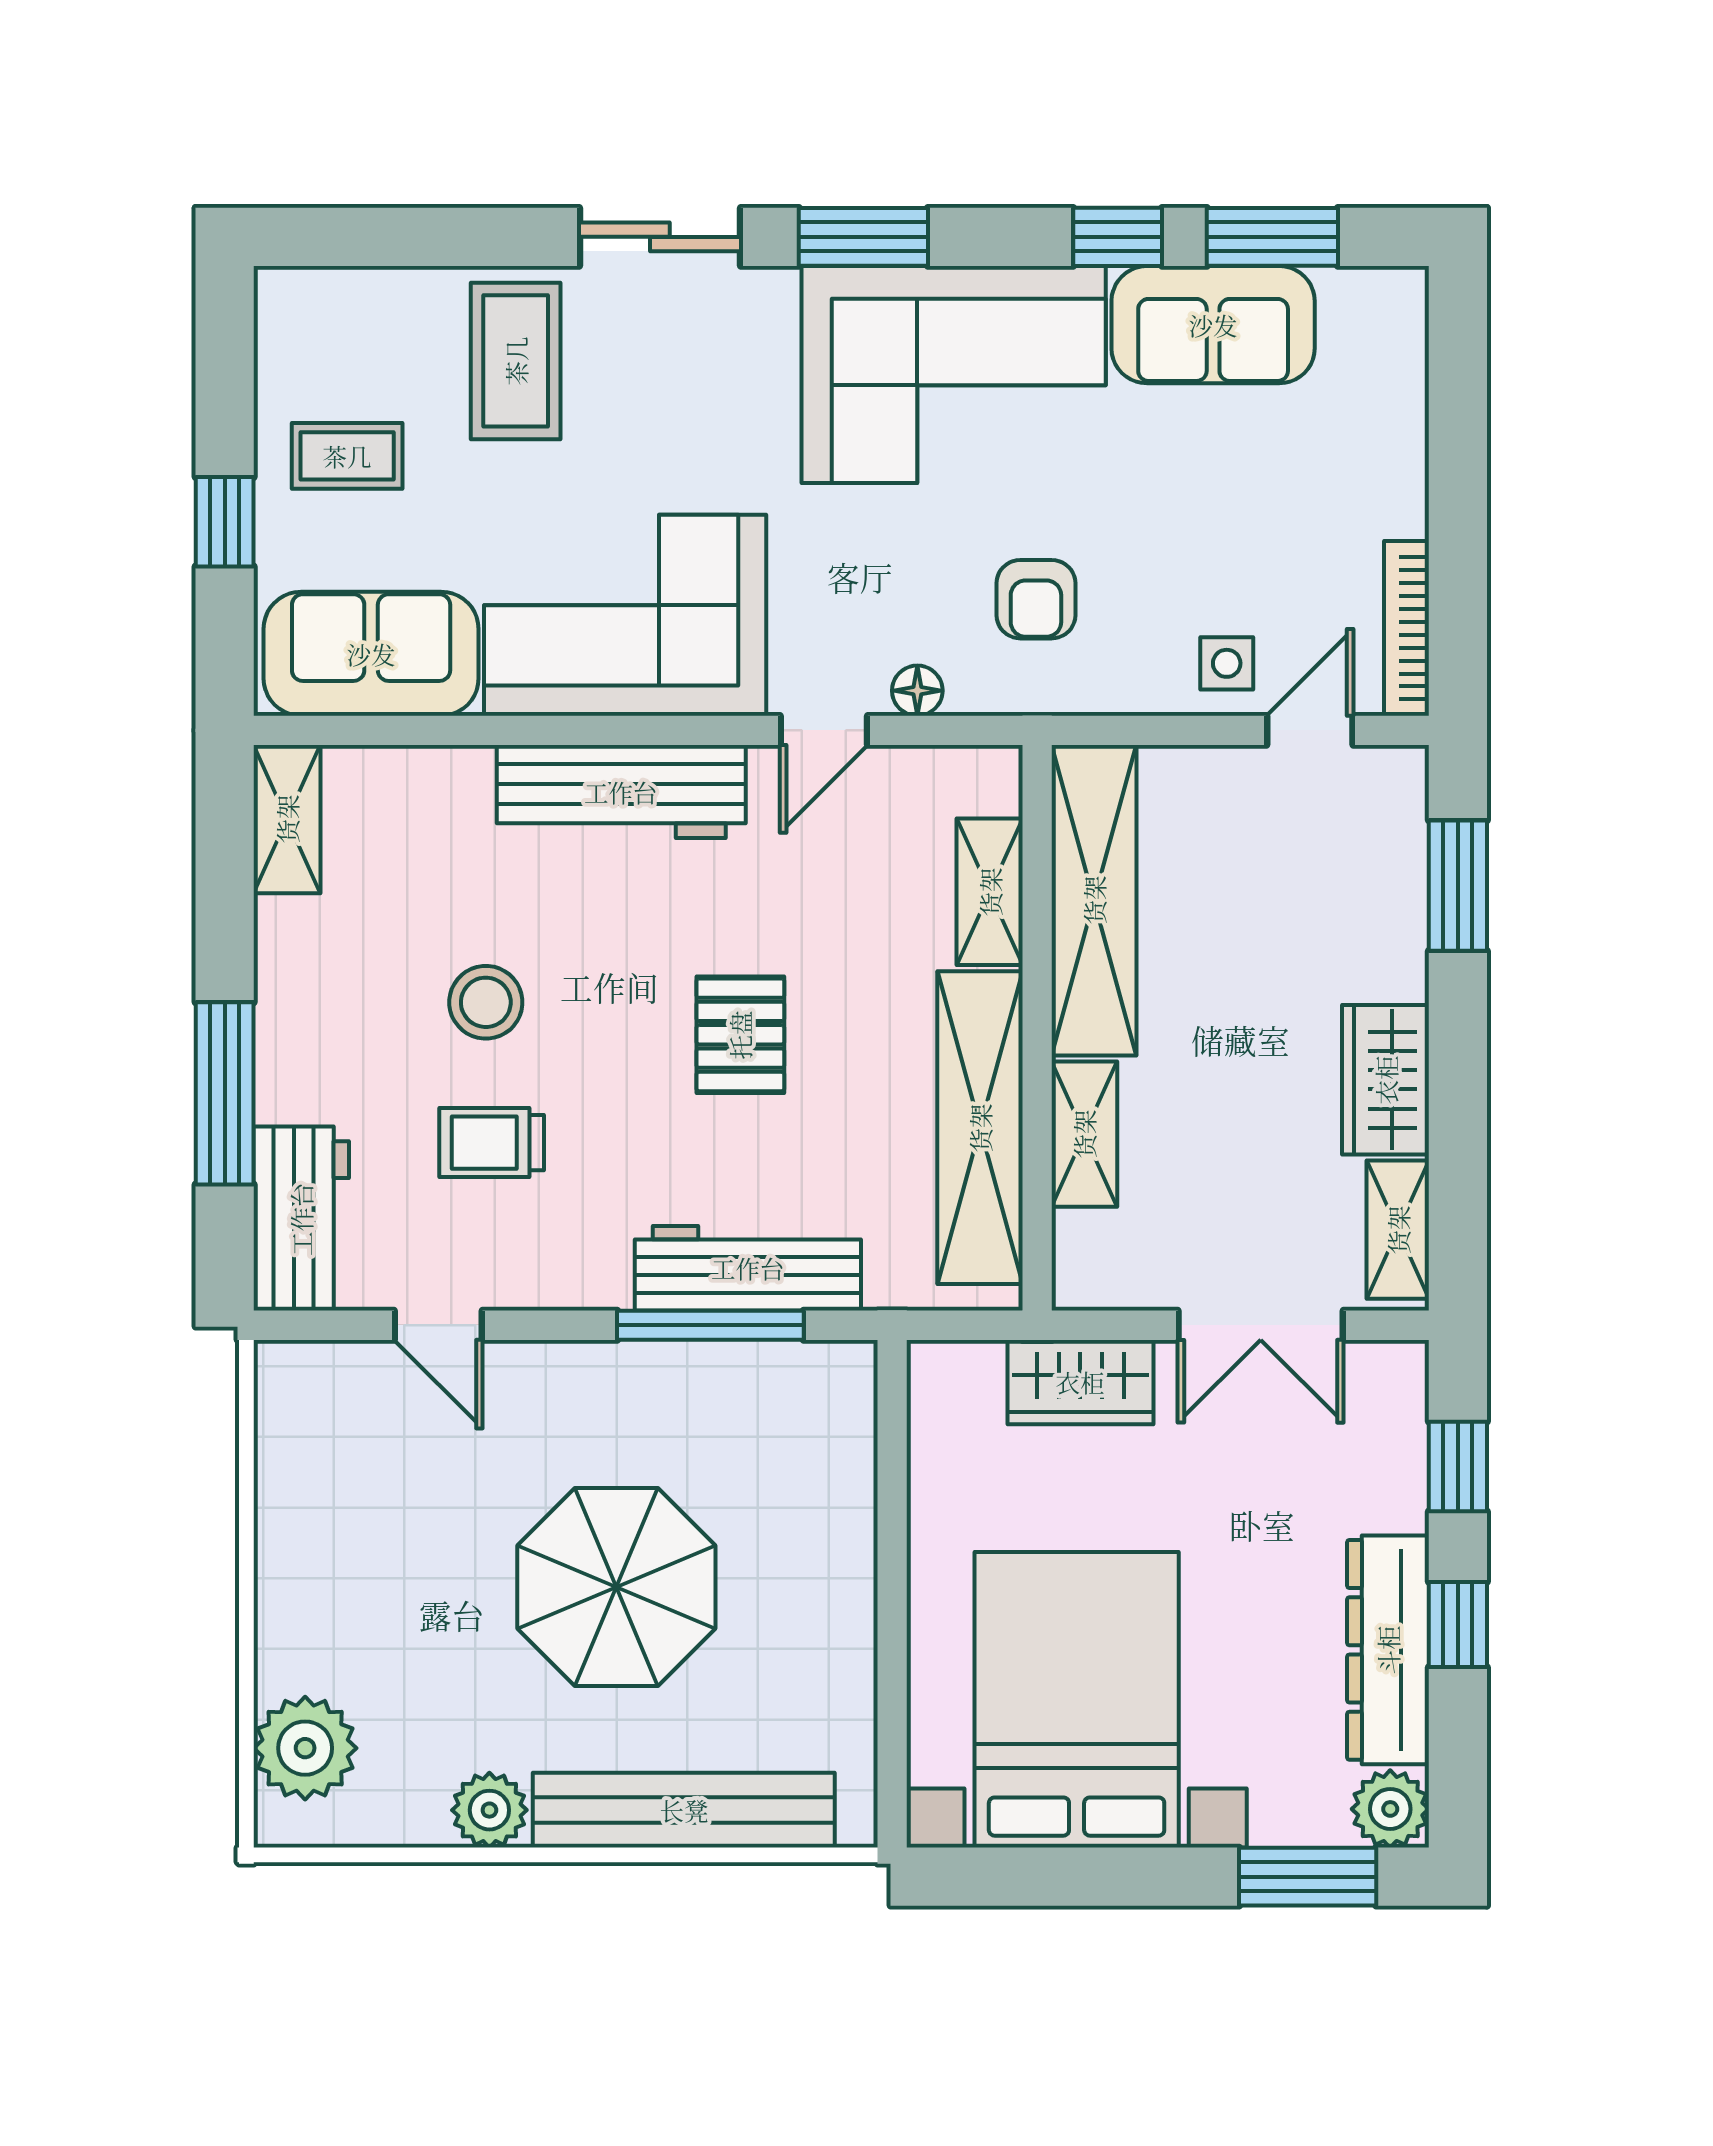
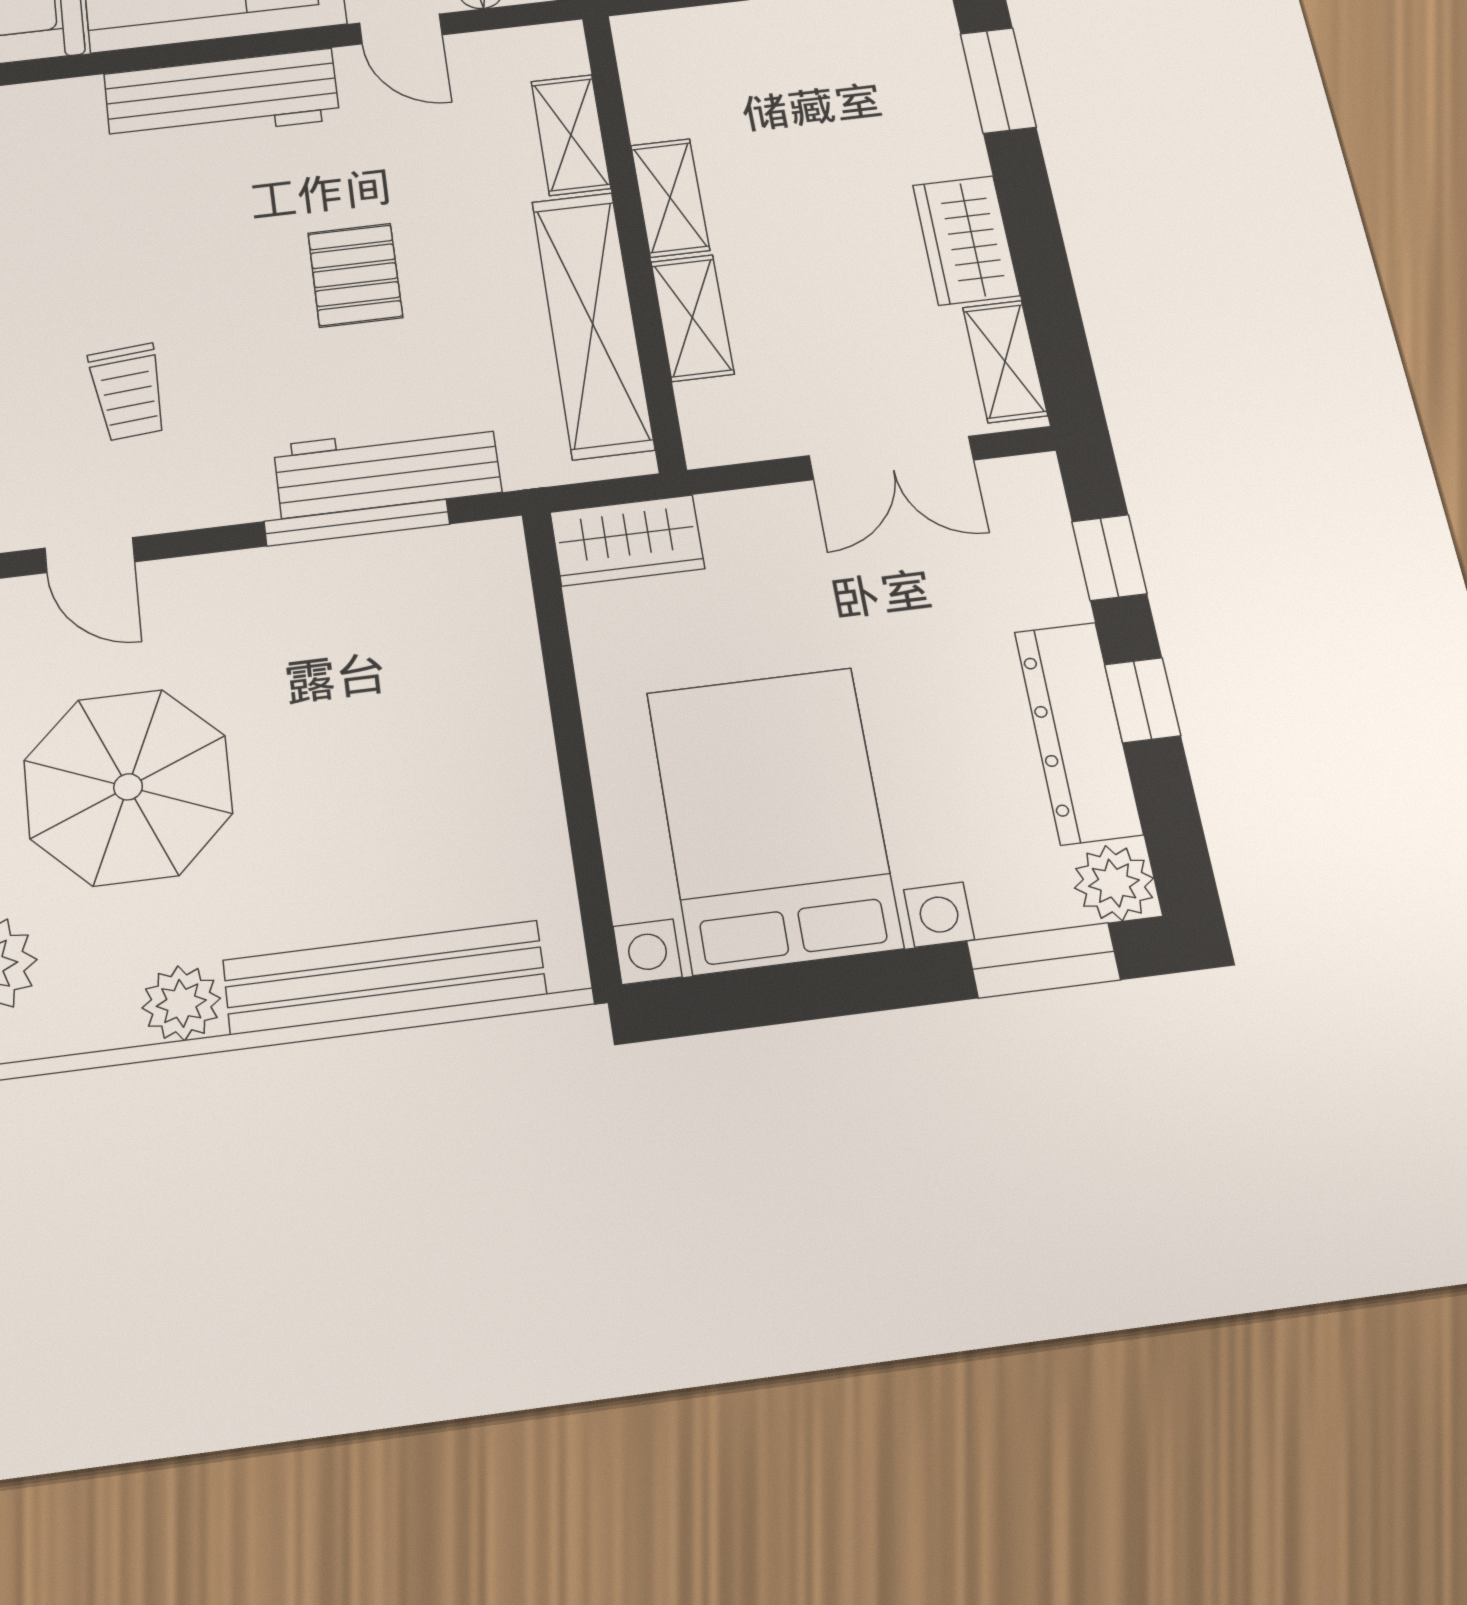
door: (824, 730) -> (401, 29), hinge flipped
shelving: (1094, 900) -> (670, 198), width x0.45, depth x0.75
stool: (486, 1002) -> (112, 277), removed
trolley: (492, 1143) -> (128, 392), turned -95
wardrobe: (1080, 1382) -> (627, 540), moved
parasol: (616, 1587) -> (128, 787), moved

